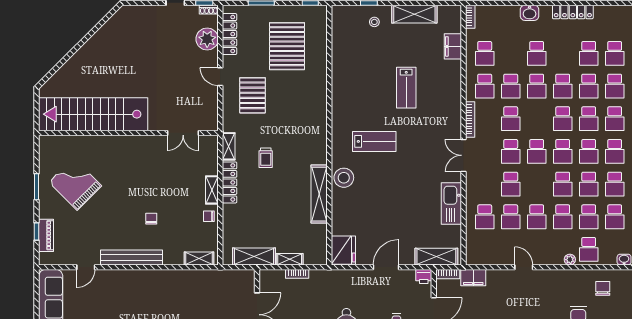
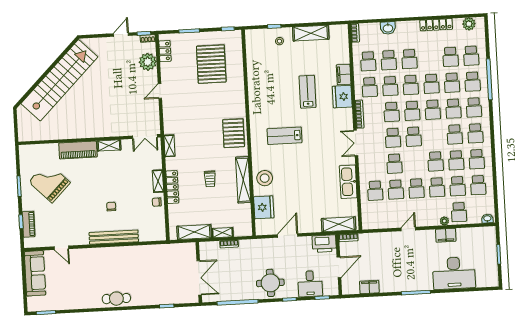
washbasin: (530, 13) -> (388, 28), moved
plant: (614, 13) -> (469, 24), added
locker: (230, 34) -> (165, 51), width x0.66
filing cabinet: (453, 46) -> (344, 74), moved
school desk: (511, 53) -> (389, 60), added
door: (220, 77) -> (160, 91), hinge flipped
lab bench: (406, 88) -> (307, 92), turned 180
pallet: (253, 95) -> (234, 133), moved
fridge: (450, 96) -> (342, 97), added
stairs: (93, 114) -> (59, 80), moved, turned 135
double door: (183, 133) -> (145, 137), moved
lab bench: (374, 141) -> (284, 136), turned 180
piano: (113, 145) -> (78, 150), added
school desk: (563, 151) -> (412, 111), moved
trolley: (266, 158) -> (210, 179), moved
stool: (344, 178) -> (265, 178), moved
locker: (230, 182) -> (172, 187), moved
fridge: (343, 250) -> (264, 207), moved
bench: (132, 257) -> (114, 237), moved
shelving: (199, 259) -> (109, 145), moved
door: (86, 267) -> (61, 248), hinge flipped
door: (386, 267) -> (288, 236), moved
door: (524, 267) -> (408, 229), hinge flipped
printer: (424, 277) -> (324, 244), width x1.87, depth x1.48
filing cabinet: (473, 278) -> (446, 235), moved
chair: (603, 288) -> (472, 242), removed

